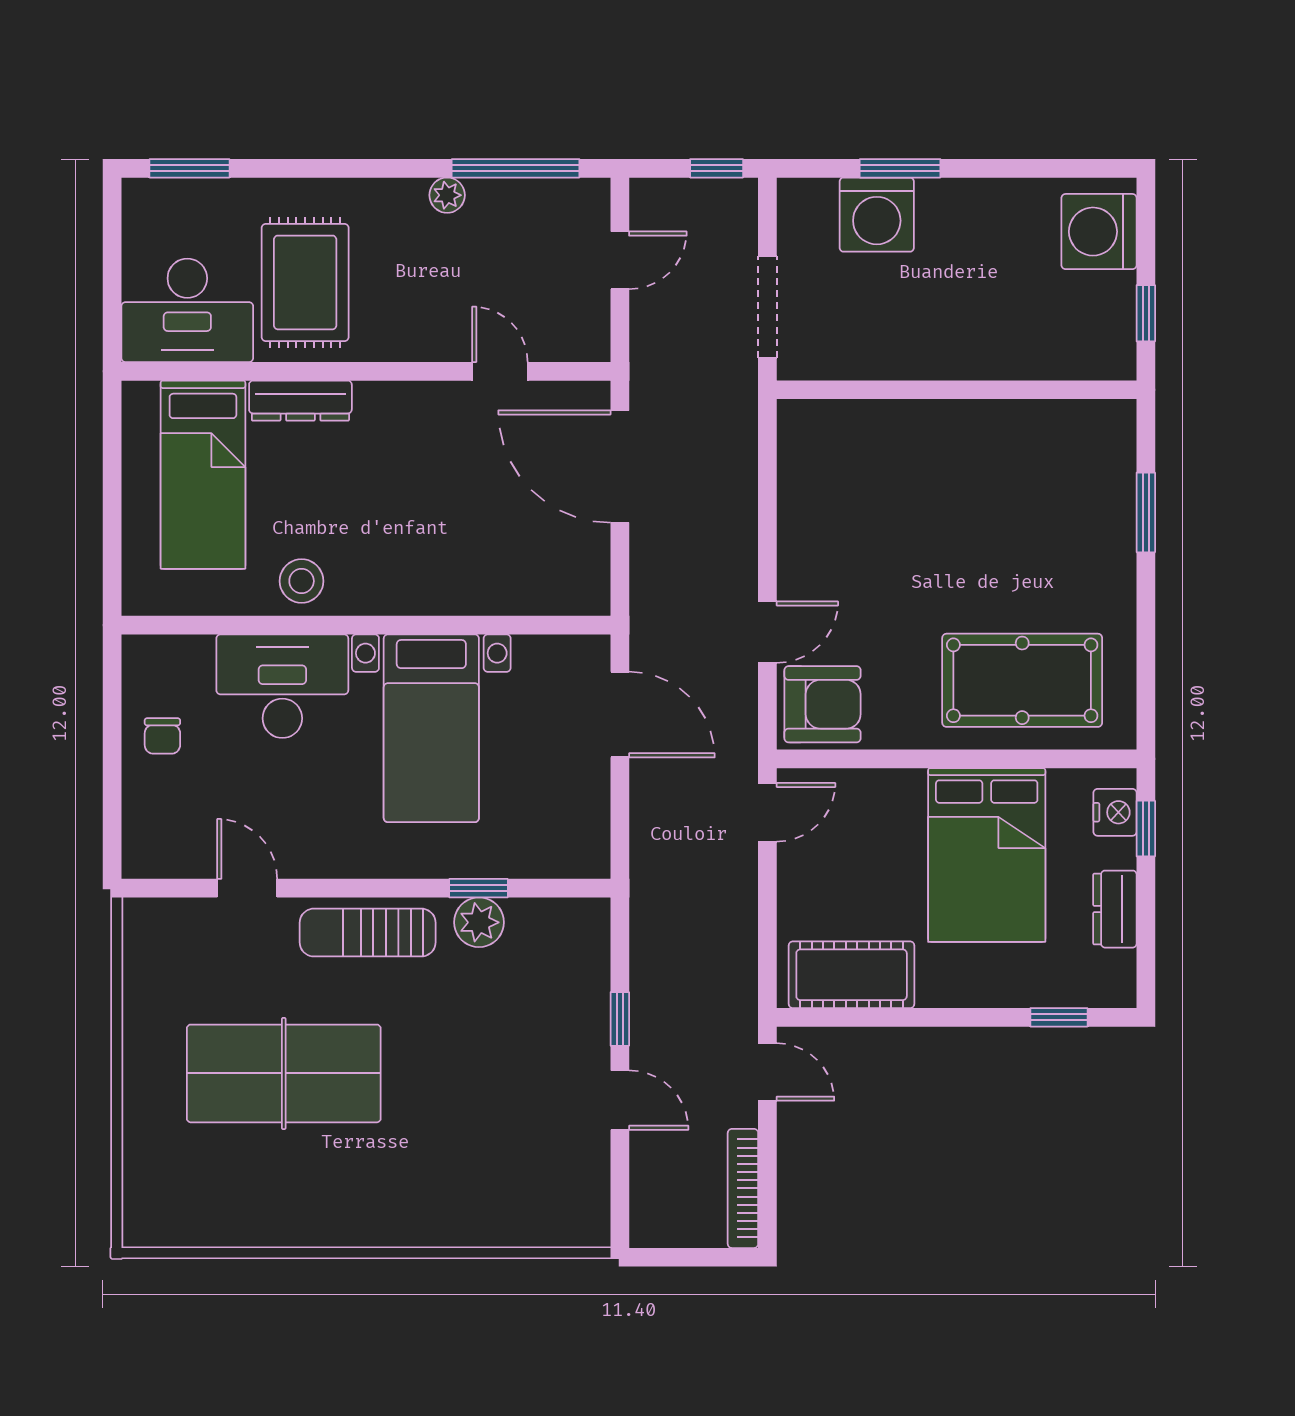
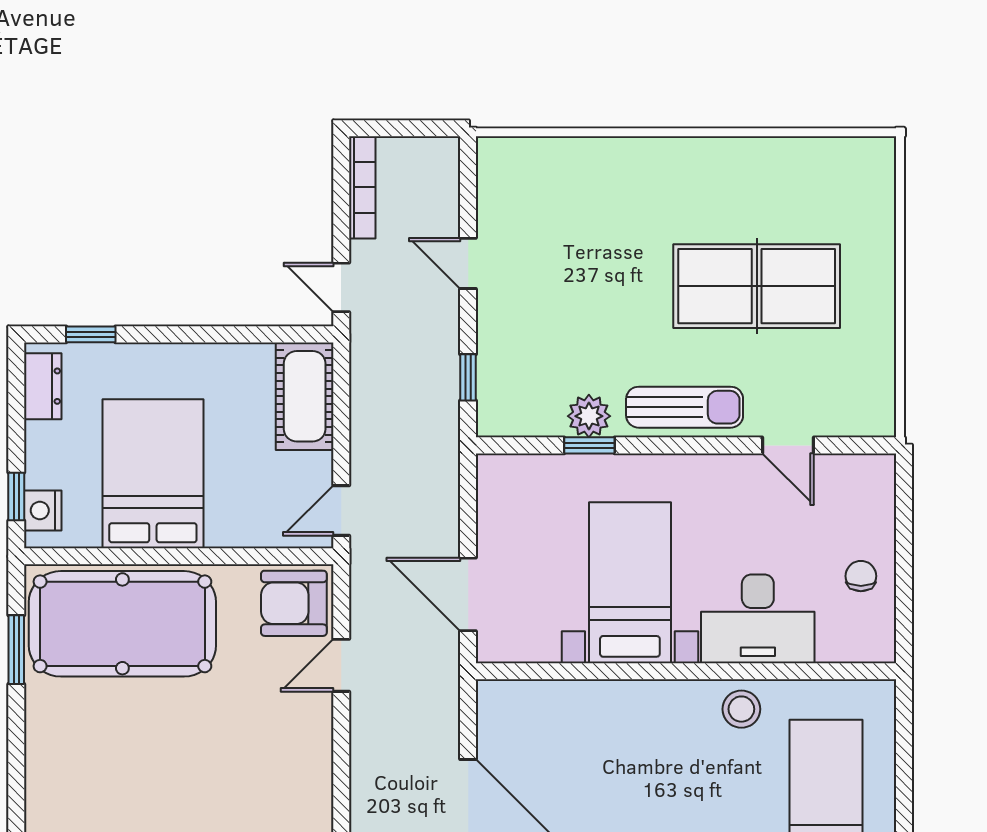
window: (1146, 512) -> (16, 650), moved
pool table: (1022, 680) -> (122, 624), width x1.36, depth x1.32
dresser: (1115, 909) -> (43, 386), moved
cot: (852, 975) -> (305, 396), moved, turned 90
window: (620, 1019) -> (468, 377), moved

